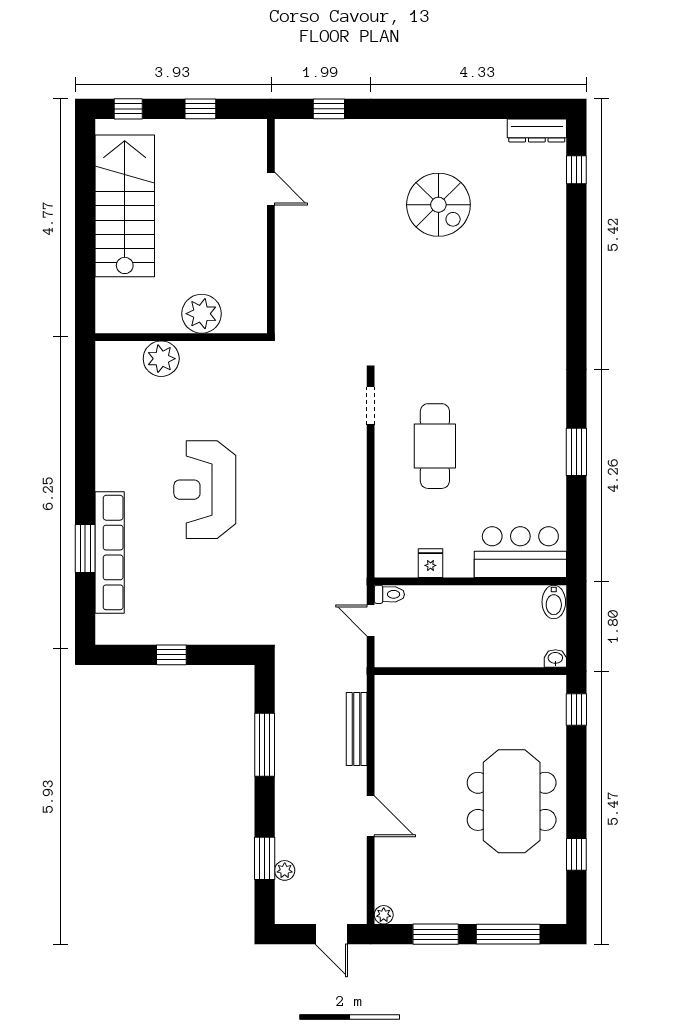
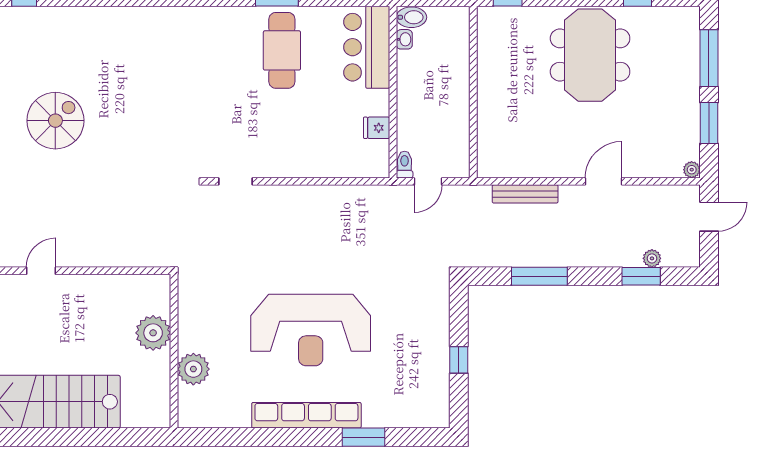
cafe table: (435, 446) -> (282, 50), moved, turned 90
reception desk: (205, 490) -> (311, 330), width x1.36, depth x1.30
row of seats: (110, 553) -> (306, 415), moved
washbasin: (555, 658) -> (404, 39), moved, turned 180
meeting table: (512, 801) -> (590, 55), turned 90

